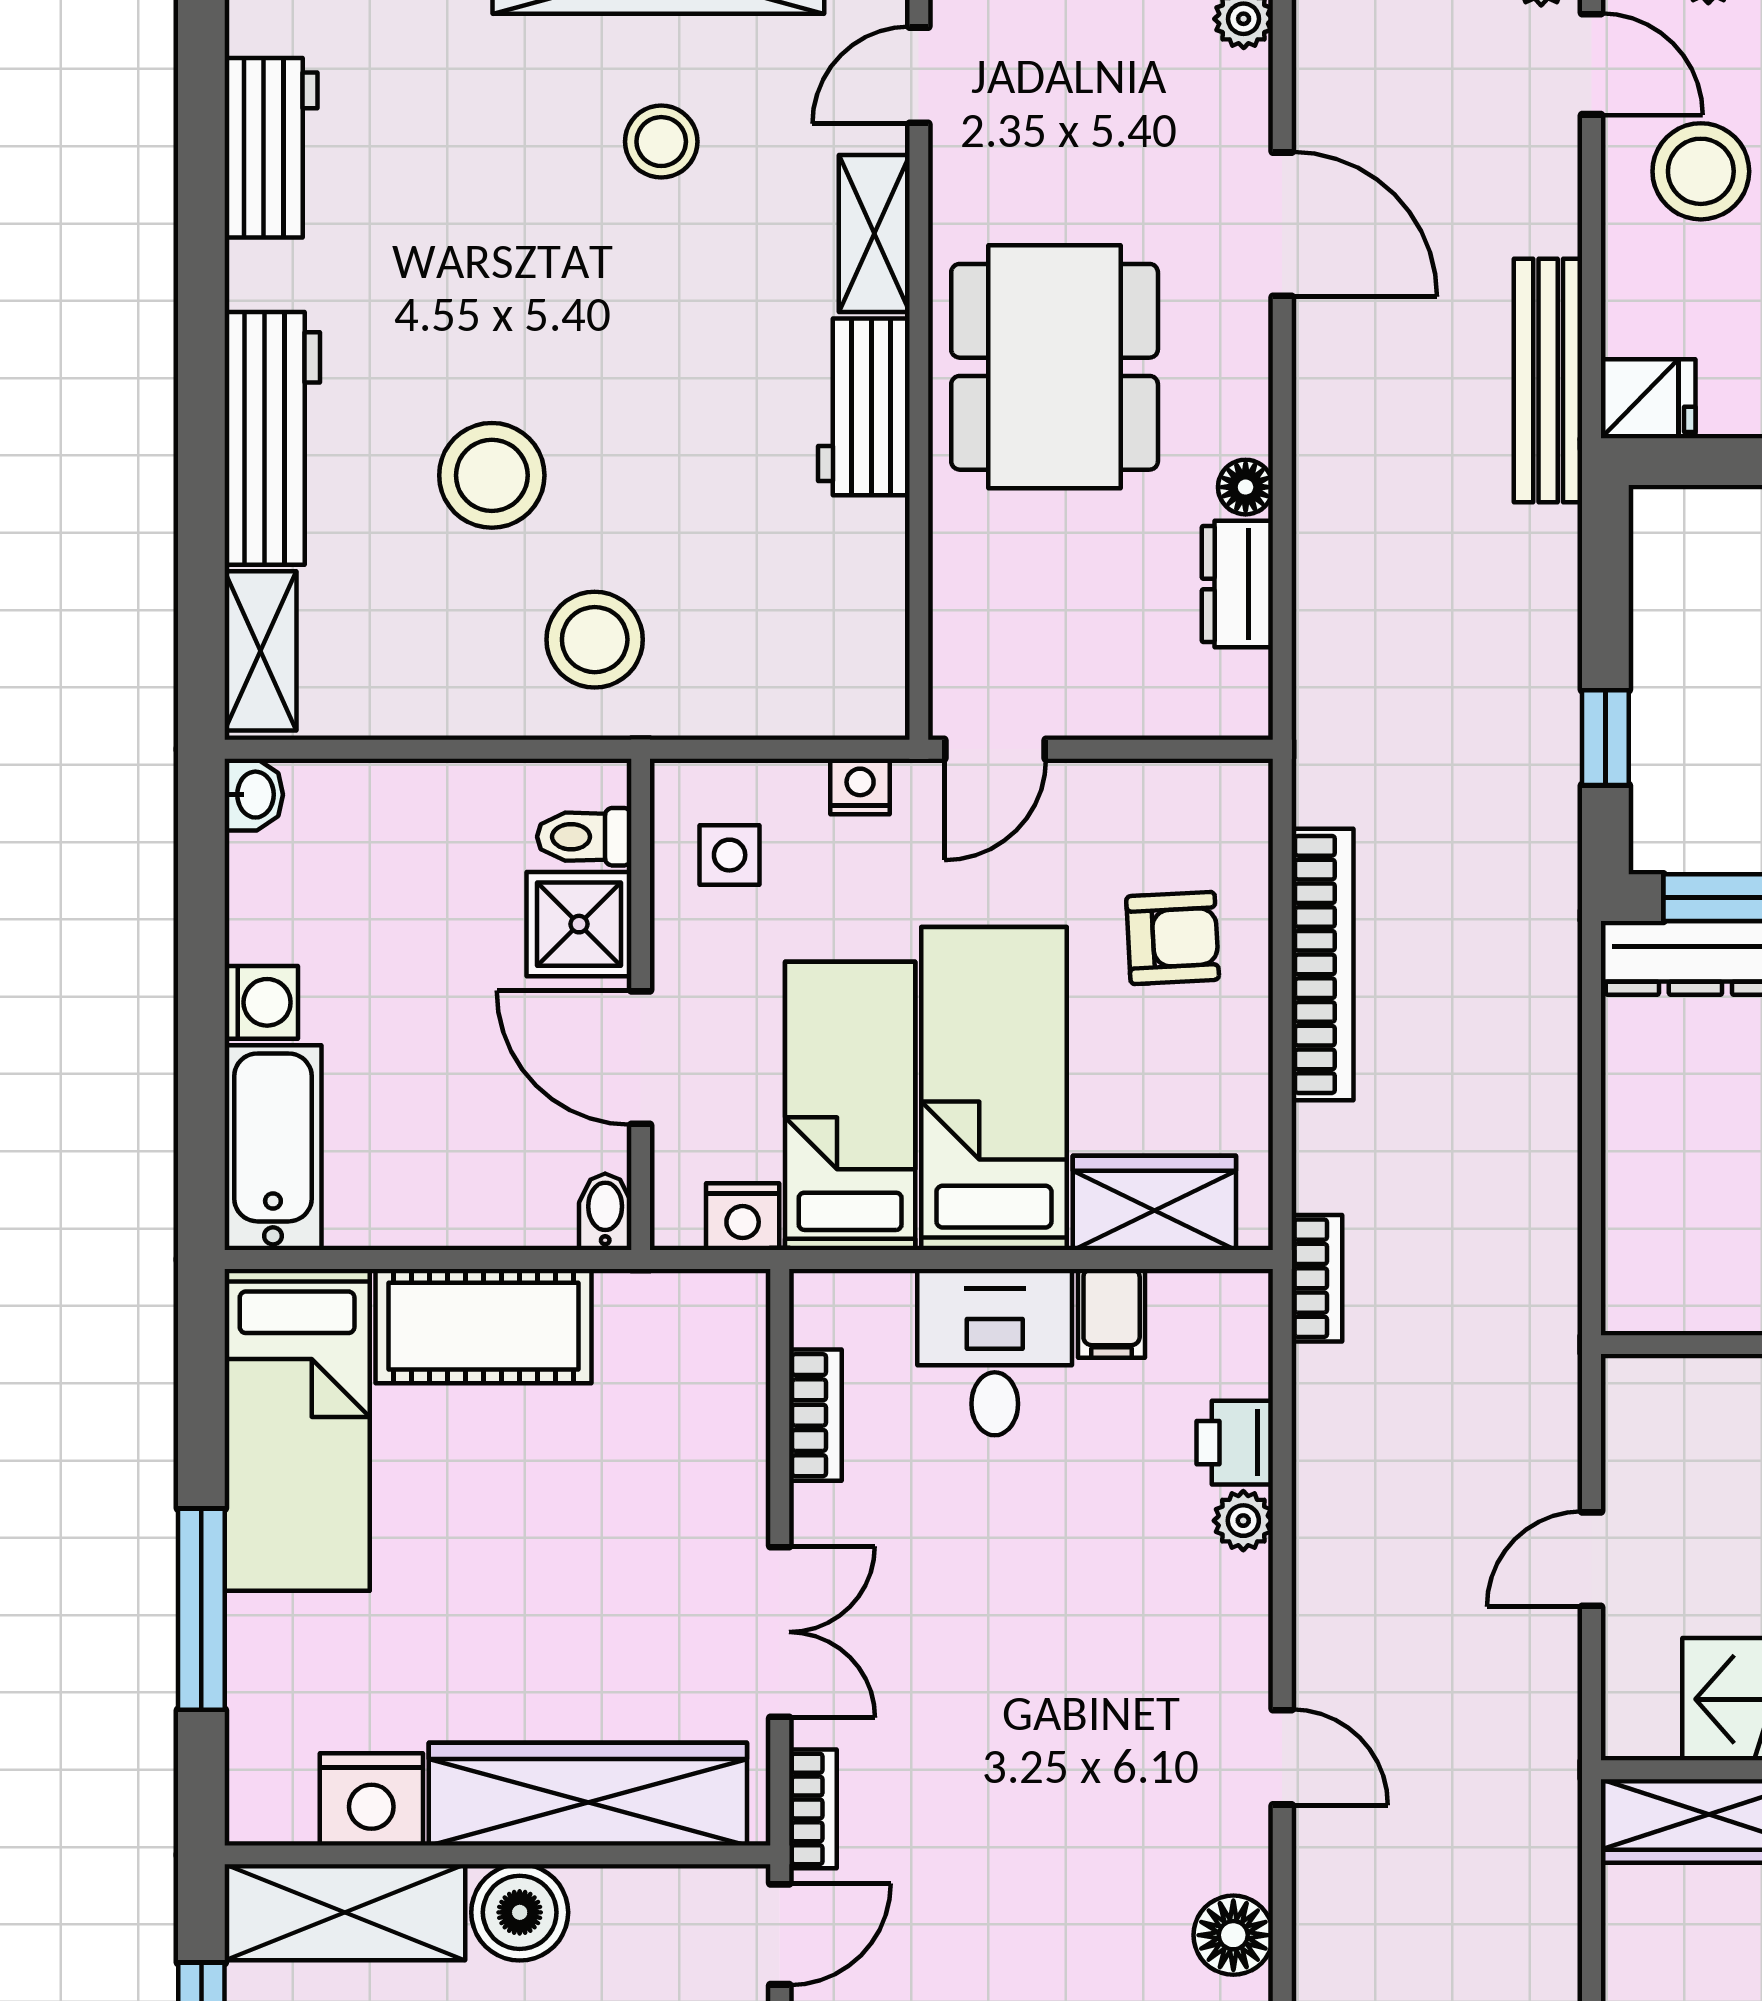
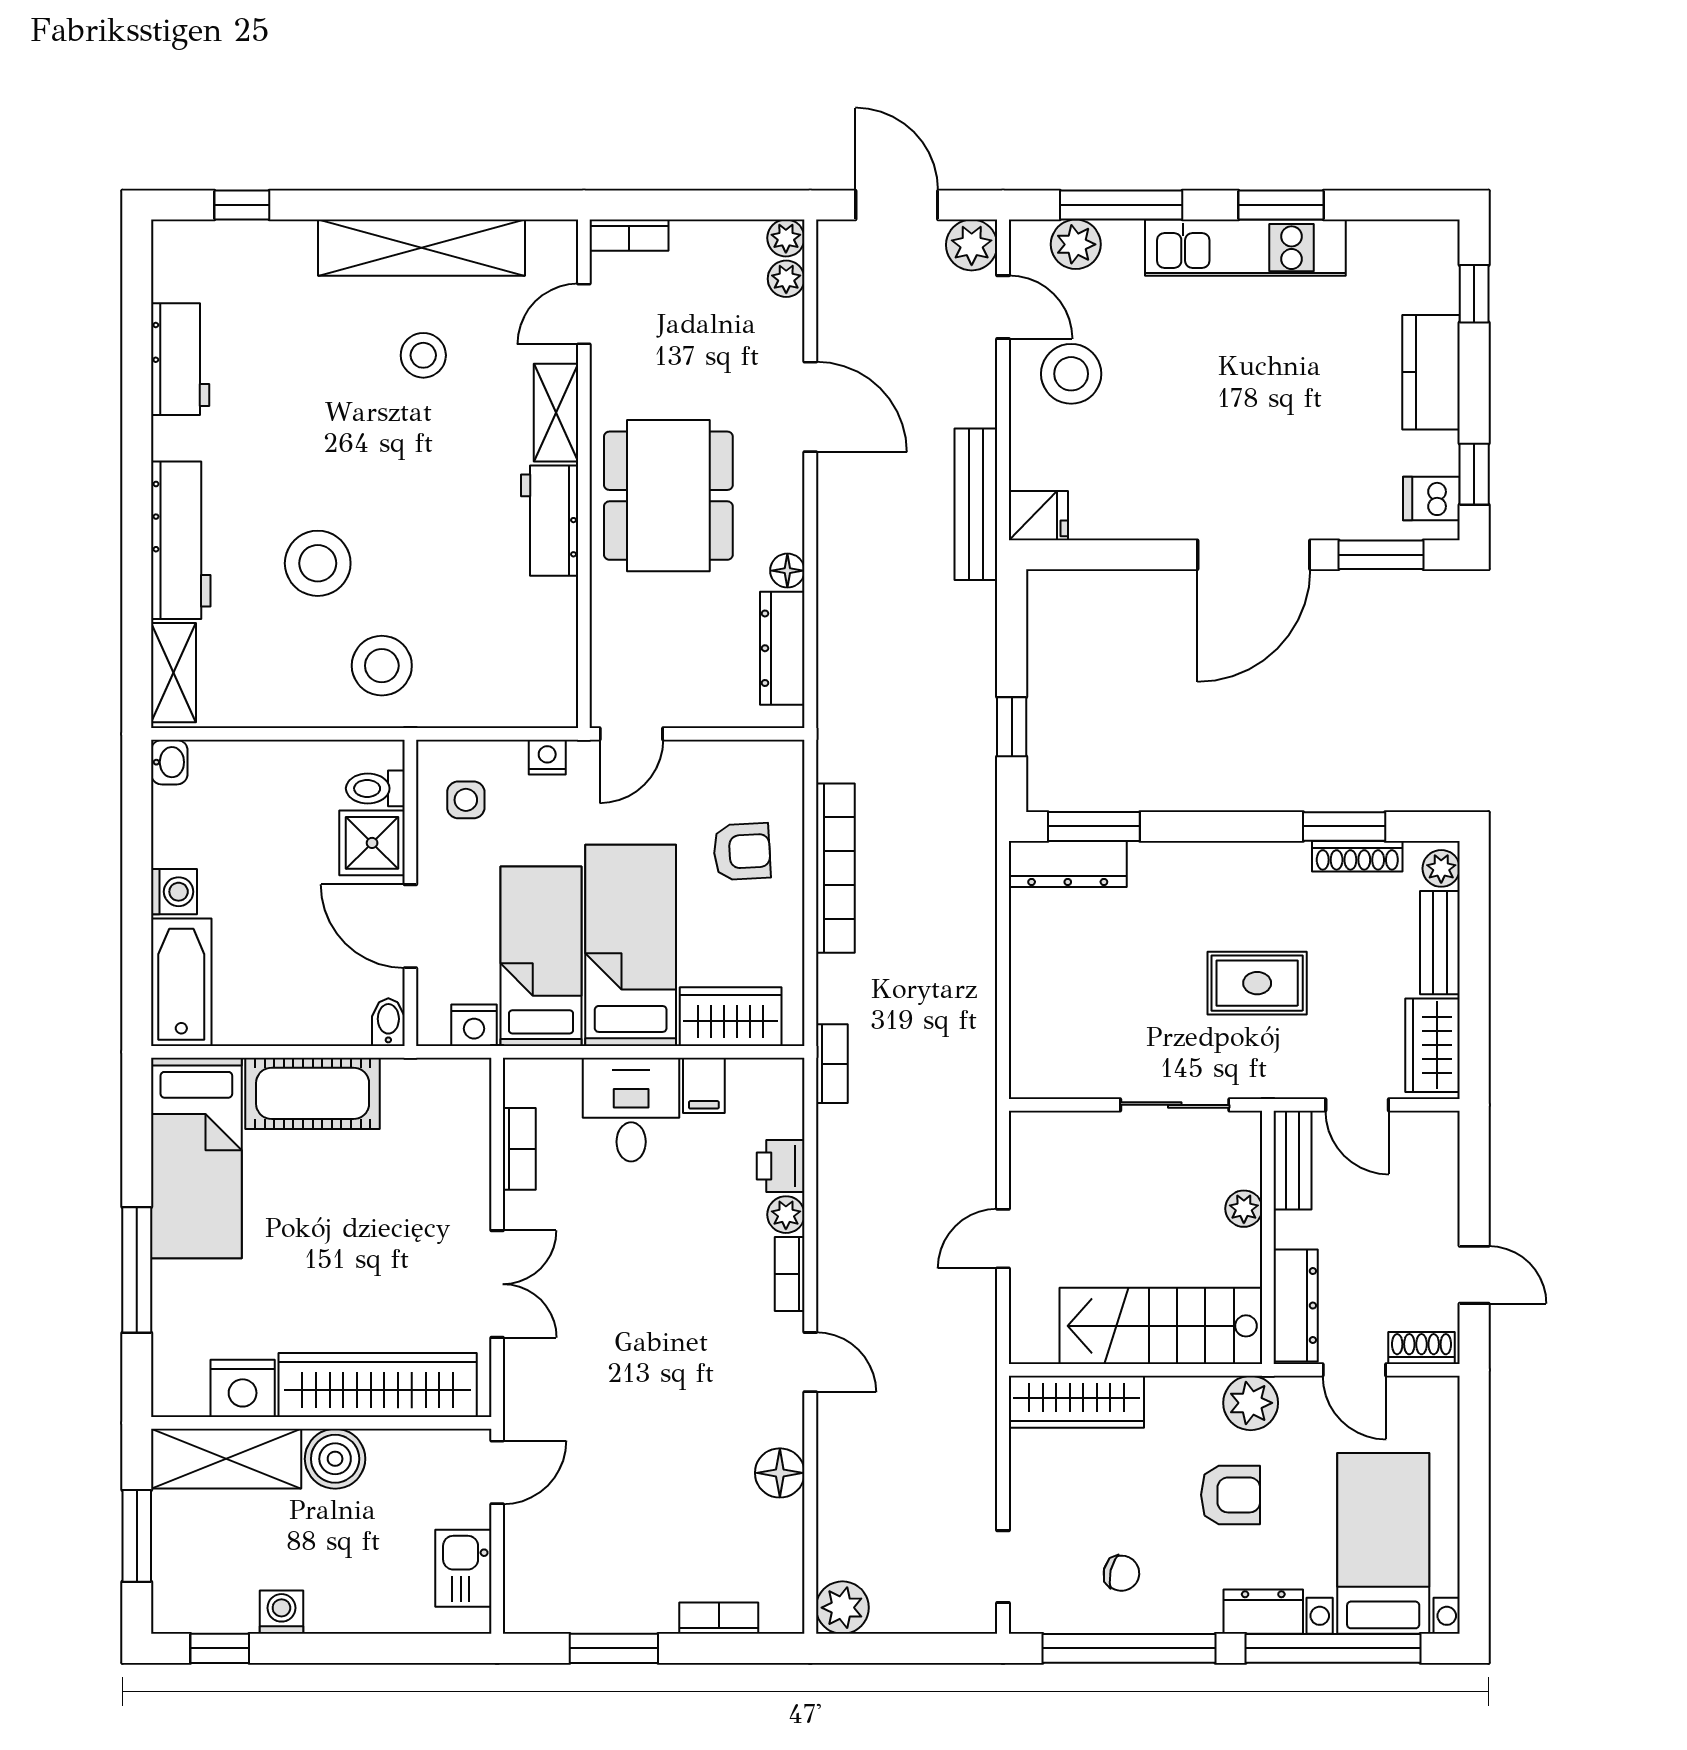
dresser: (1237, 584) -> (782, 648), width x1.44
bookcase: (813, 1809) -> (790, 1274), moved, turned 180

